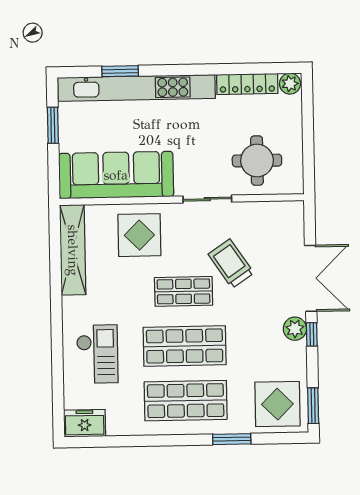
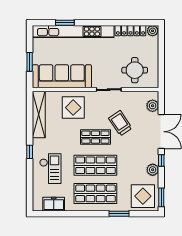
window: (53, 125) -> (30, 62), moved
plant: (293, 229) -> (153, 106), added
window: (57, 323) -> (30, 152), added
plant: (295, 329) -> (153, 170), moved
freezer: (85, 423) -> (54, 204), moved

